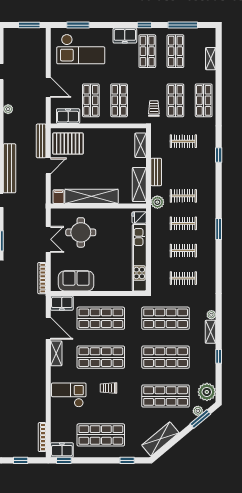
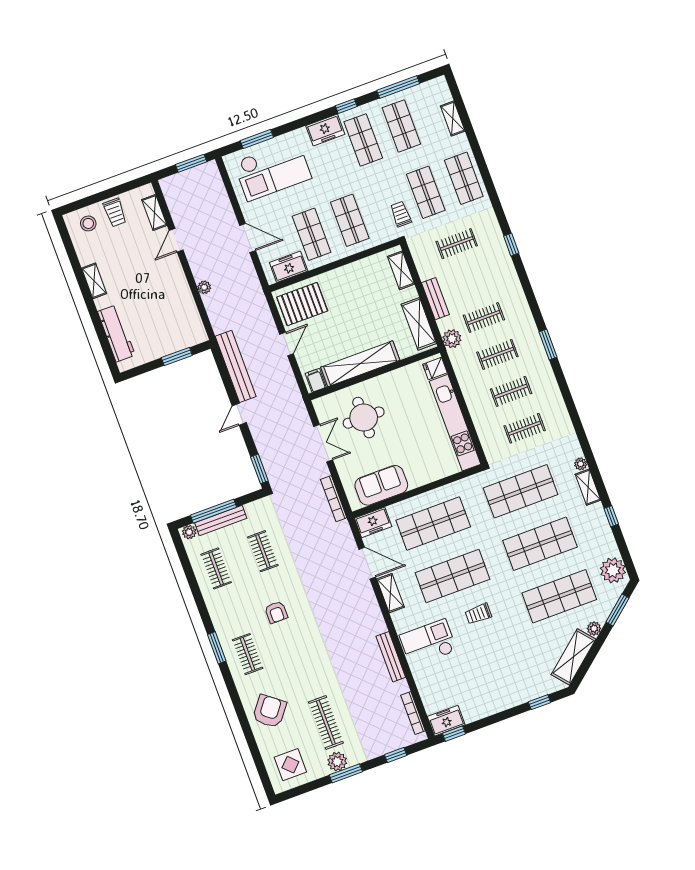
bench: (41, 141) -> (391, 657), moved
plant: (198, 411) -> (594, 629), moved
shop shelf: (101, 435) -> (491, 681), removed

